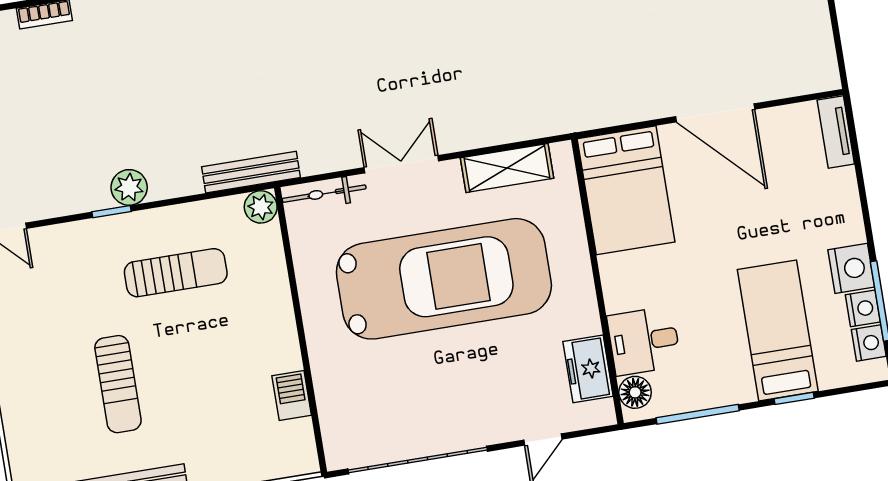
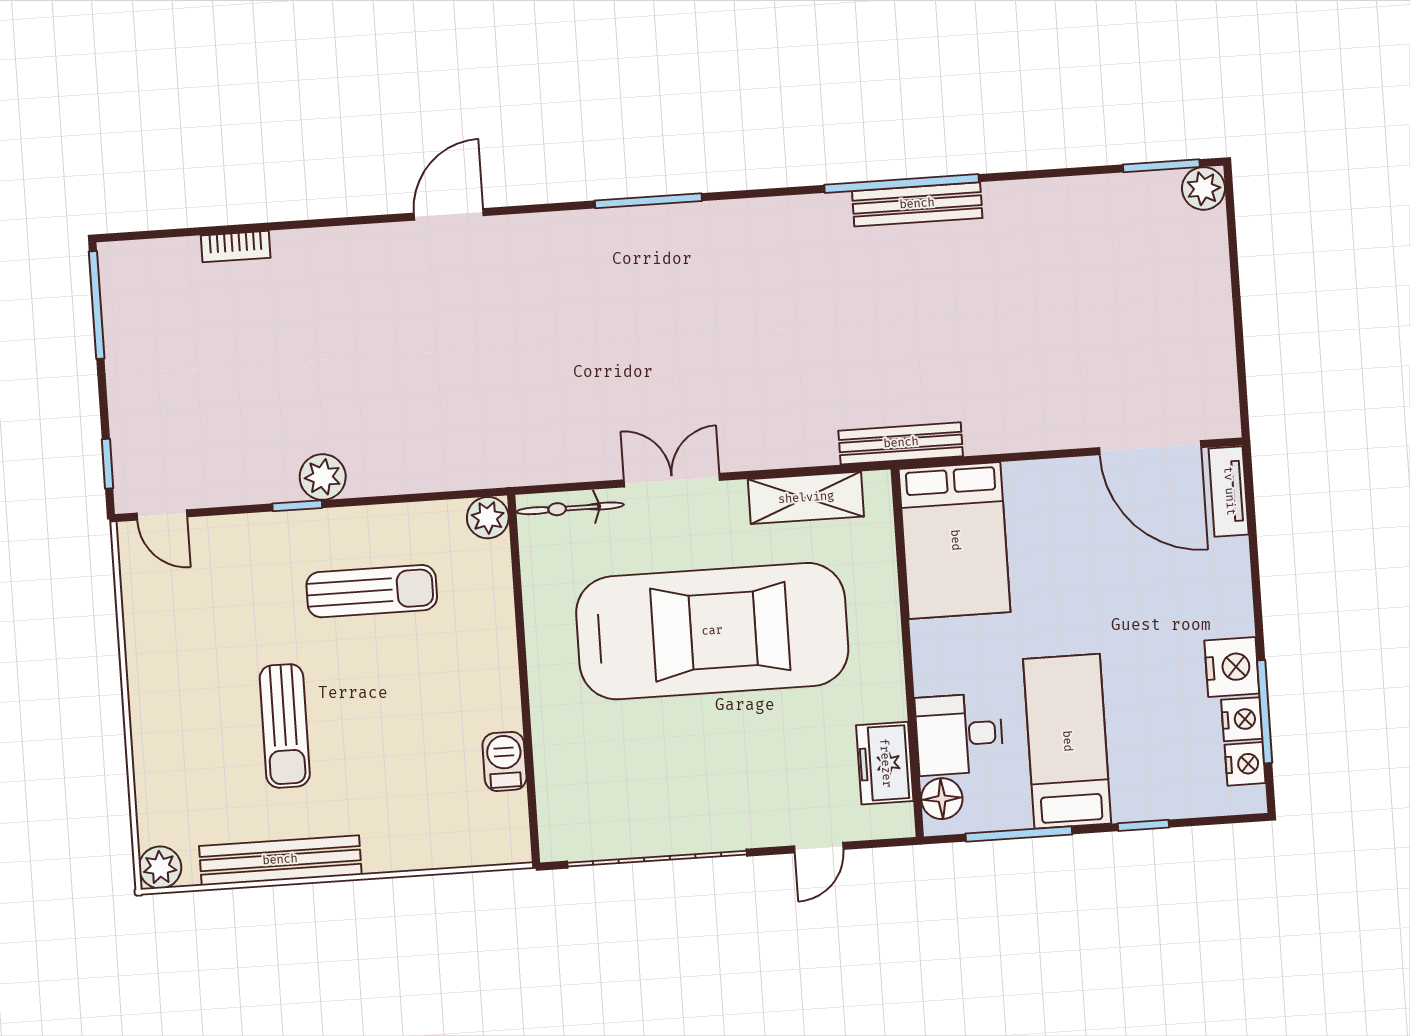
door: (715, 113) -> (1150, 448), moved
bench: (251, 172) -> (901, 443), moved
bed: (778, 330) -> (1067, 741), moved

